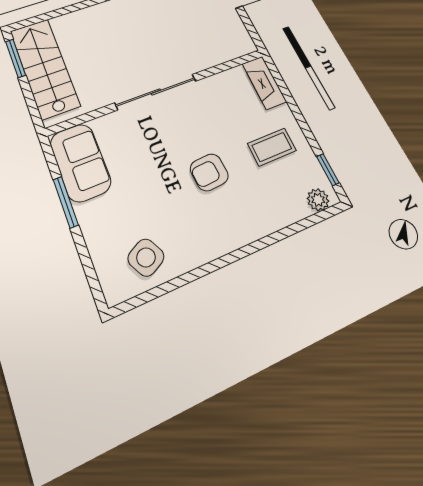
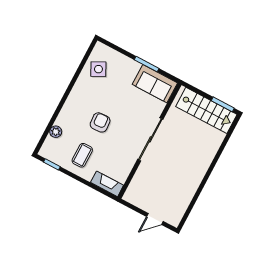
plant: (318, 200) -> (56, 132), moved

